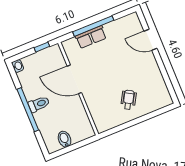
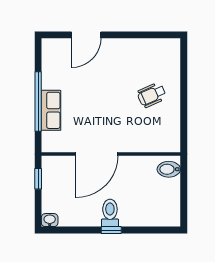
wheelchair: (128, 100) -> (152, 95), turned -54
window: (28, 110) -> (111, 230), width x0.32
bidet: (65, 139) -> (169, 169), moved

